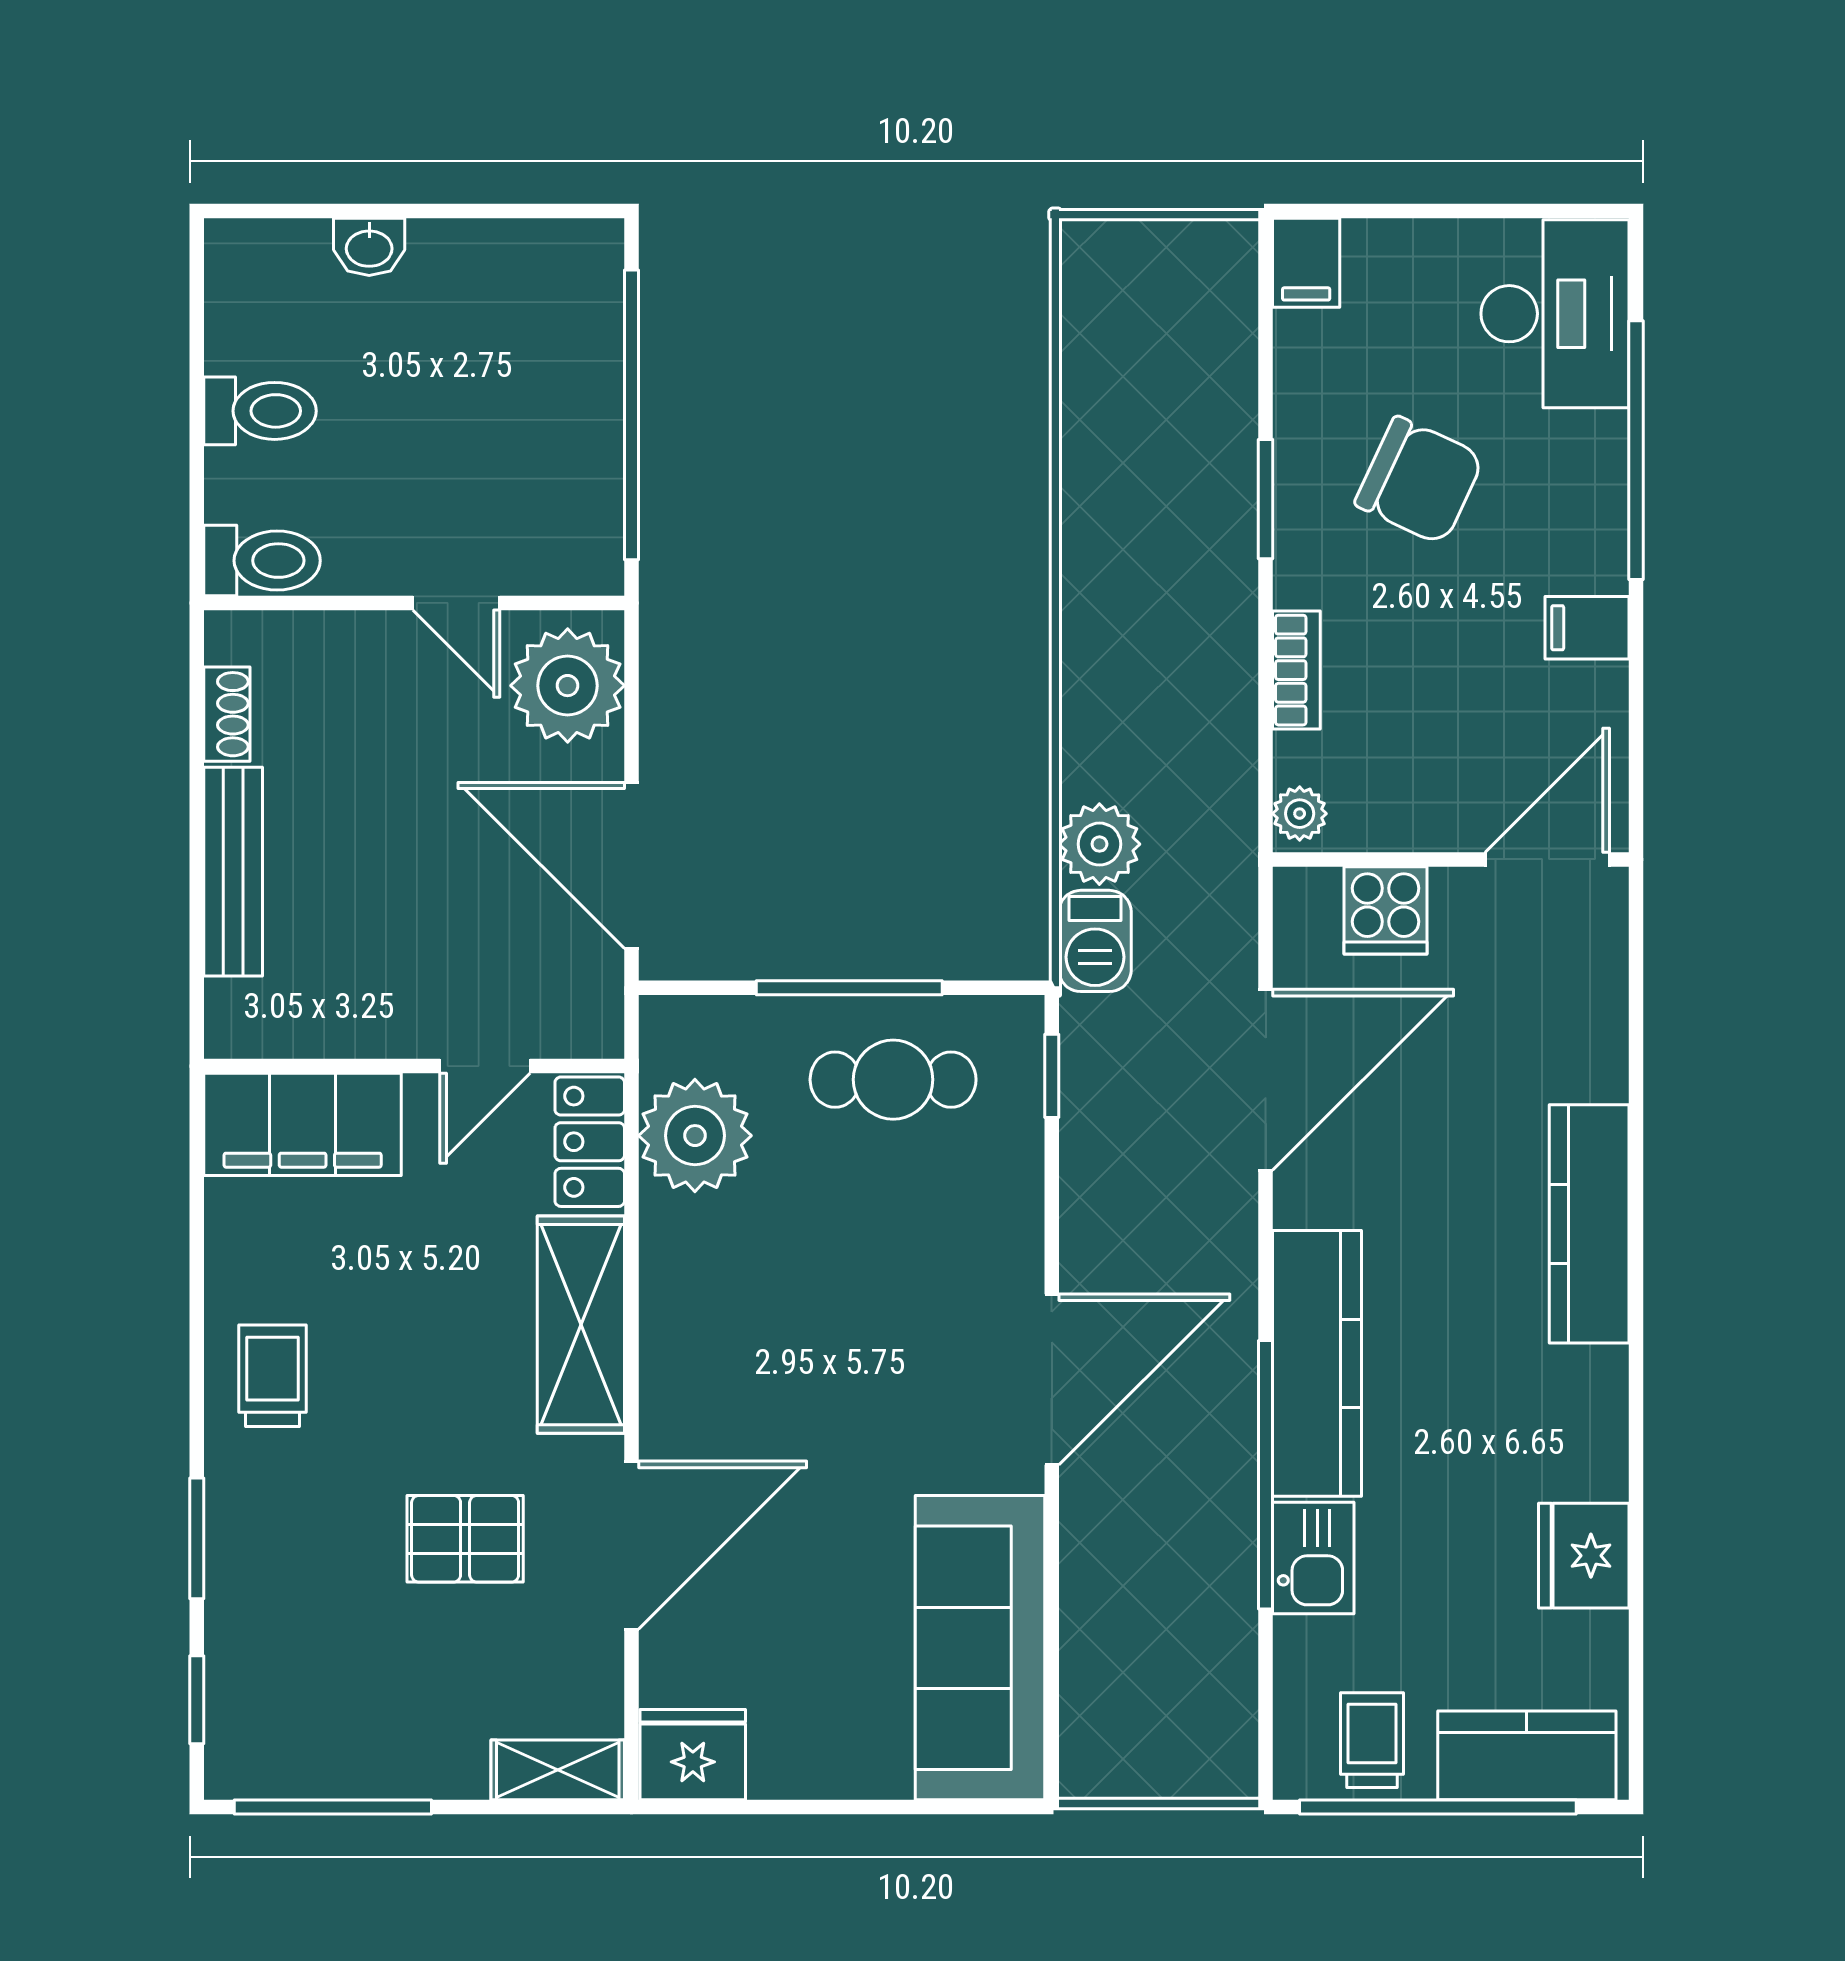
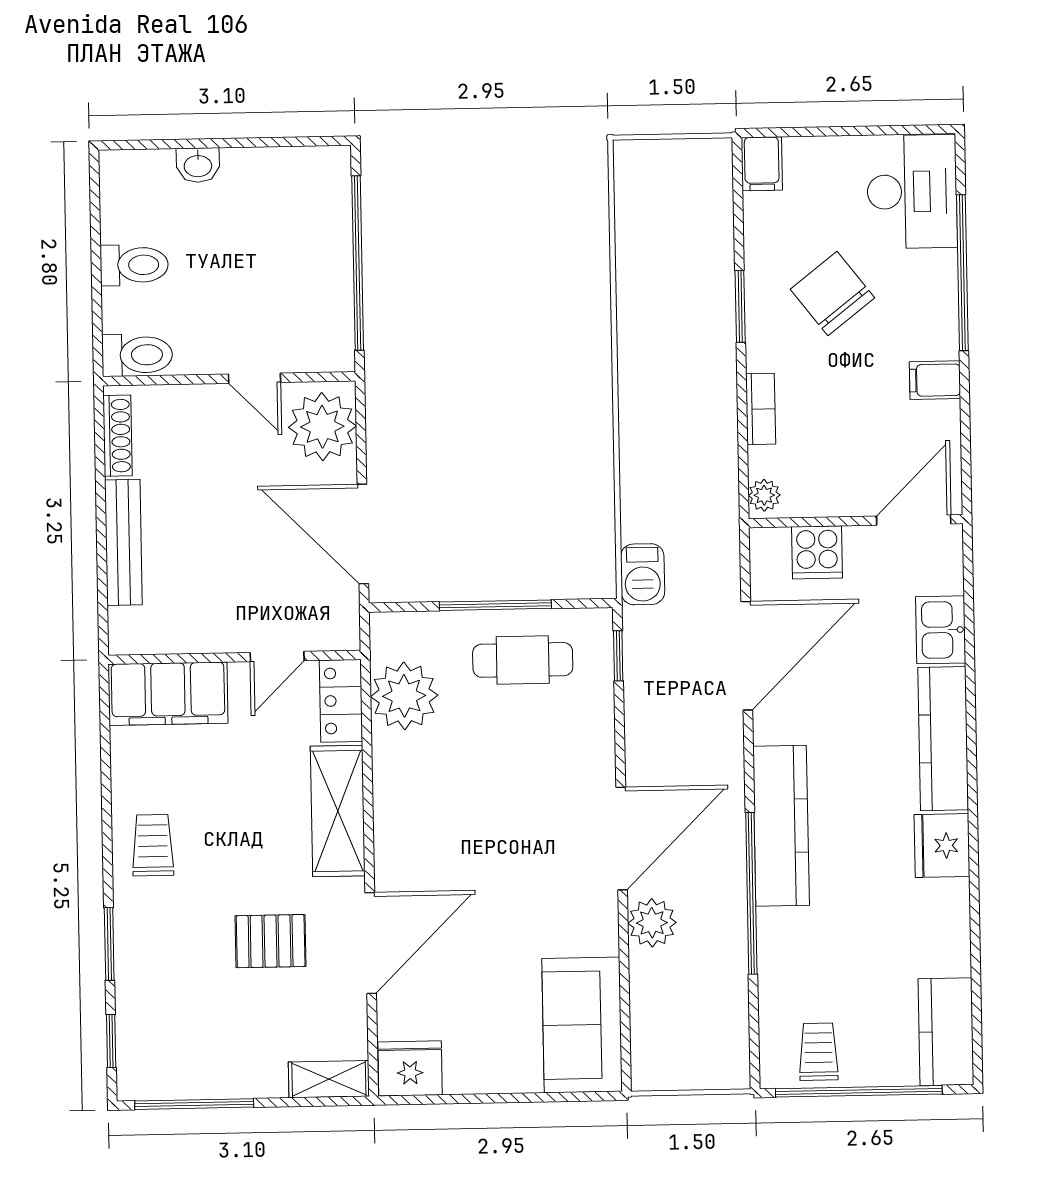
chair: (1419, 480) -> (832, 293), turned -153
shoe rack: (227, 714) -> (118, 436), width x1.43
plant: (1099, 844) -> (652, 923), moved
fridge: (1584, 1556) -> (942, 846), moved
kitchen sink: (1313, 1558) -> (941, 630), moved, turned 180
sofa: (980, 1648) -> (582, 1025), width x0.73
kitchen counter: (1527, 1755) -> (946, 1032), moved, turned -90

